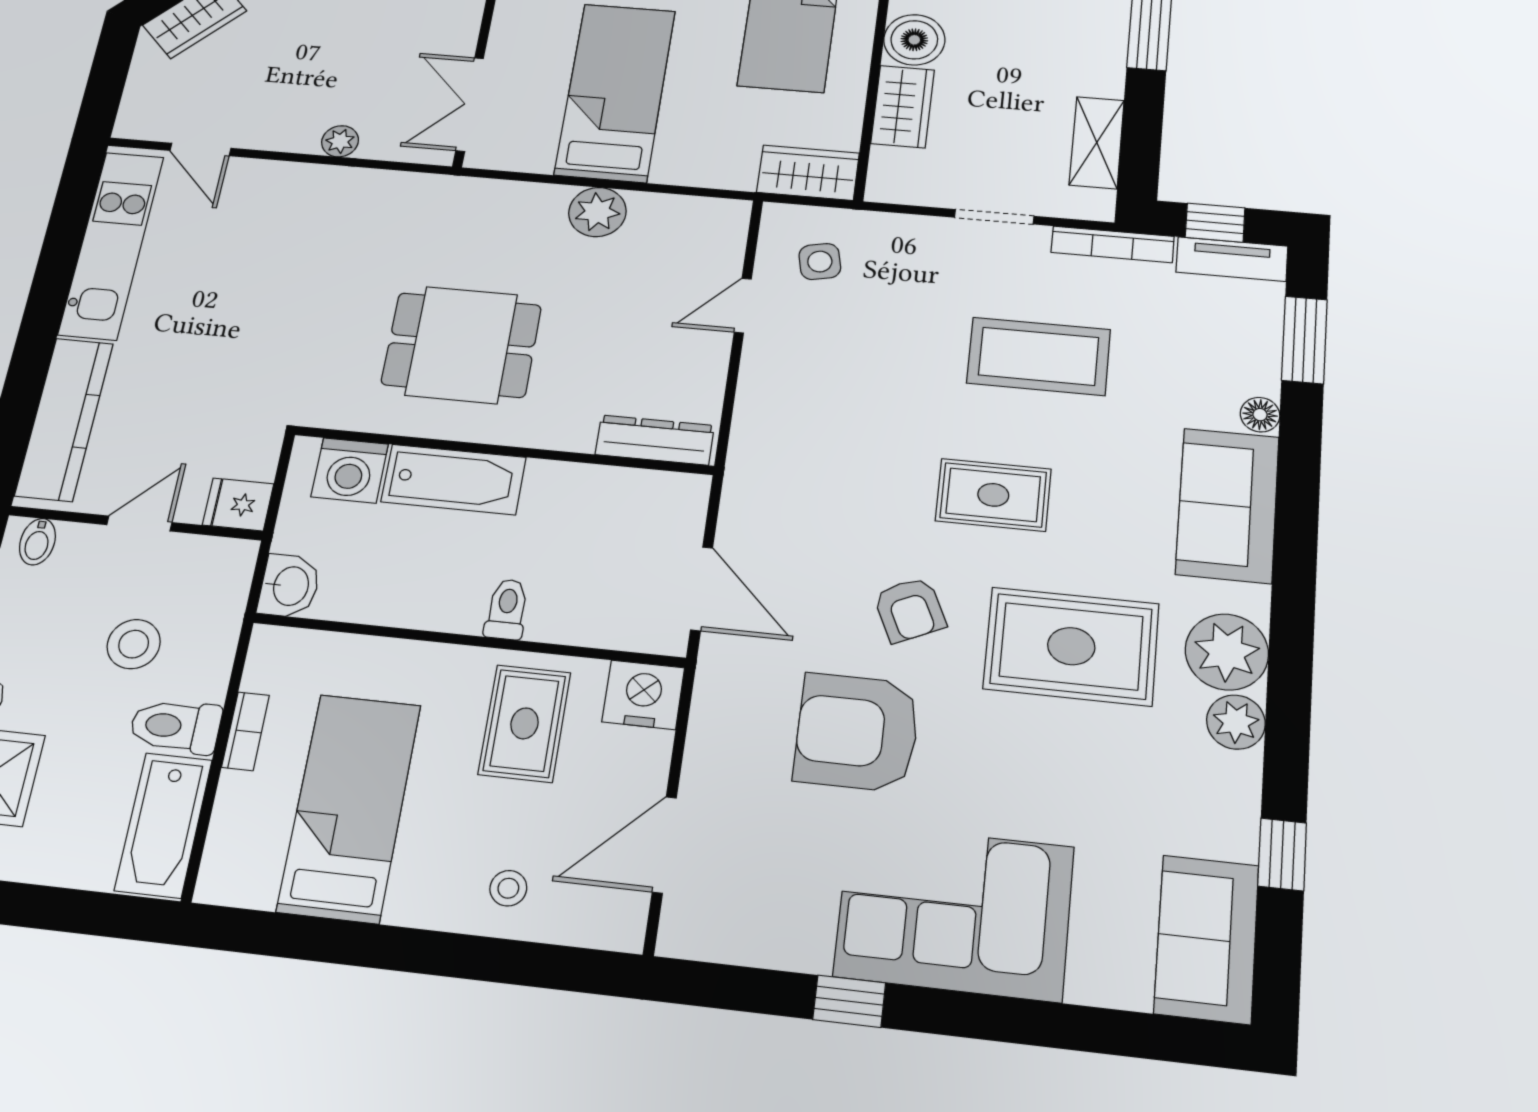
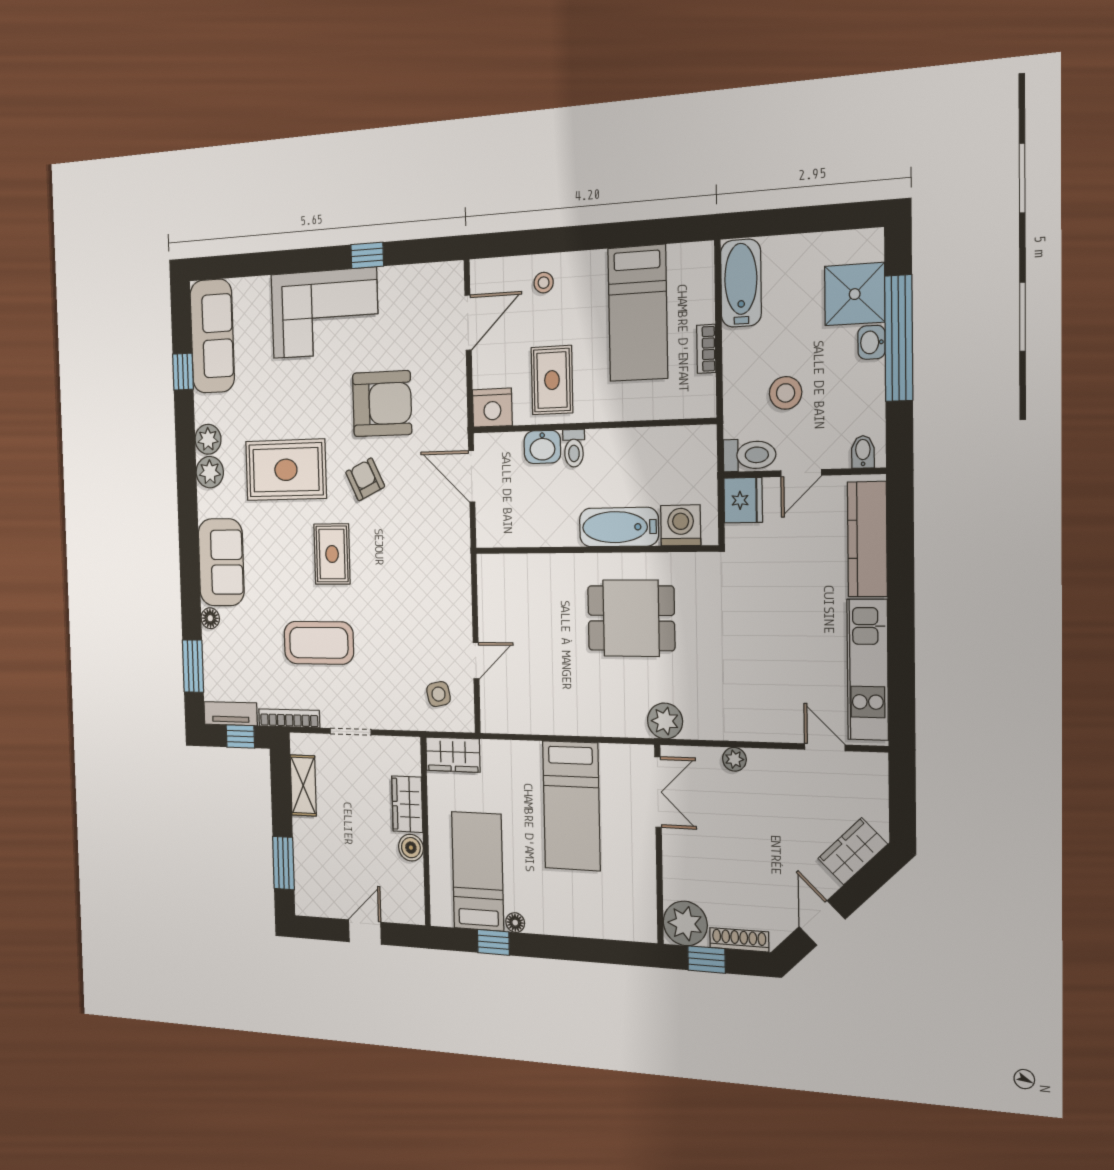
boiler: (914, 40) -> (411, 848), width x0.73, depth x0.73
plant: (597, 212) -> (665, 721), moved
dresser: (655, 440) -> (511, 567), removed
rug: (993, 495) -> (332, 554), turned 90
fridge: (238, 504) -> (743, 500), width x1.38
washbasin: (289, 586) -> (542, 447), moved, turned -90
plant: (1227, 652) -> (210, 472), width x0.73, depth x0.73
toilet: (175, 726) -> (749, 455), moved
sofa: (1207, 939) -> (212, 336), width x1.36

